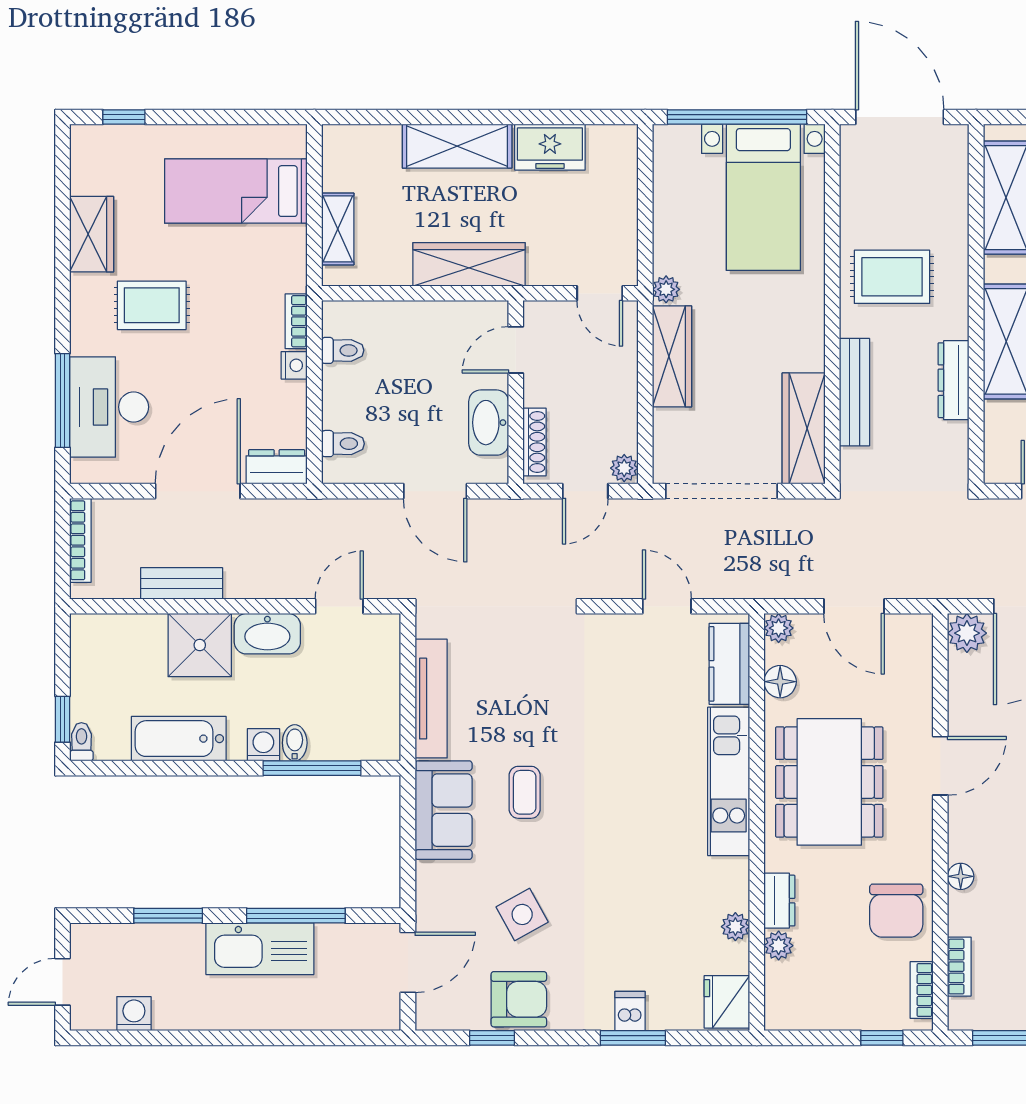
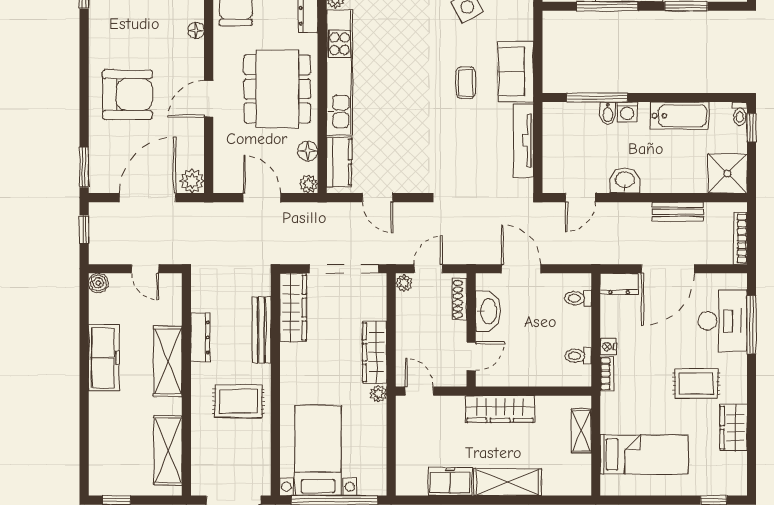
washbasin: (267, 634) -> (625, 181), width x0.72
shower: (200, 645) -> (728, 174), moved
kitchen unit: (729, 781) -> (339, 73), width x1.36

